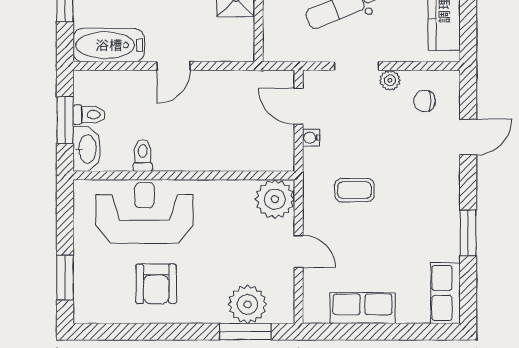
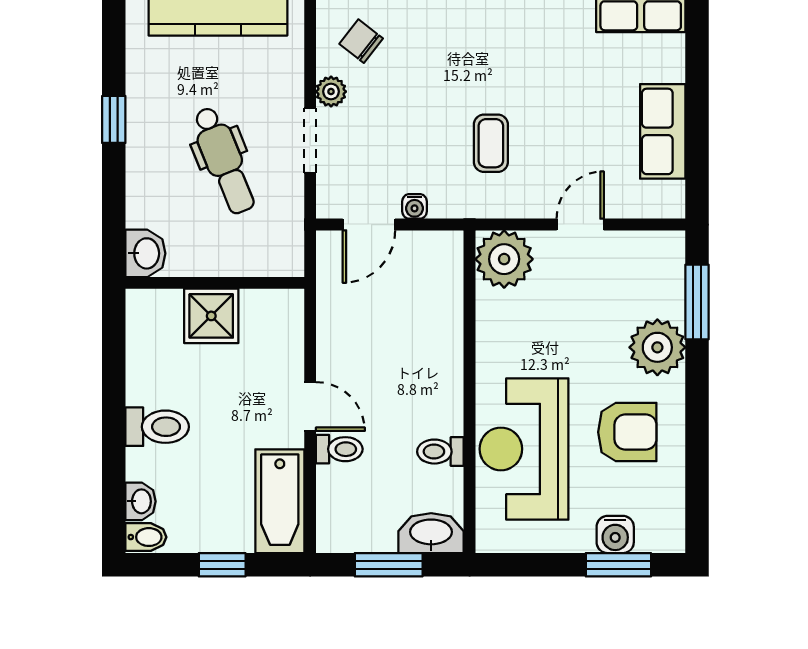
chair: (424, 101) -> (361, 41), turned 128
toilet: (89, 115) -> (339, 449), moved, turned 90
water cooler: (86, 275) -> (615, 534), added
plant: (247, 304) -> (657, 347), moved

